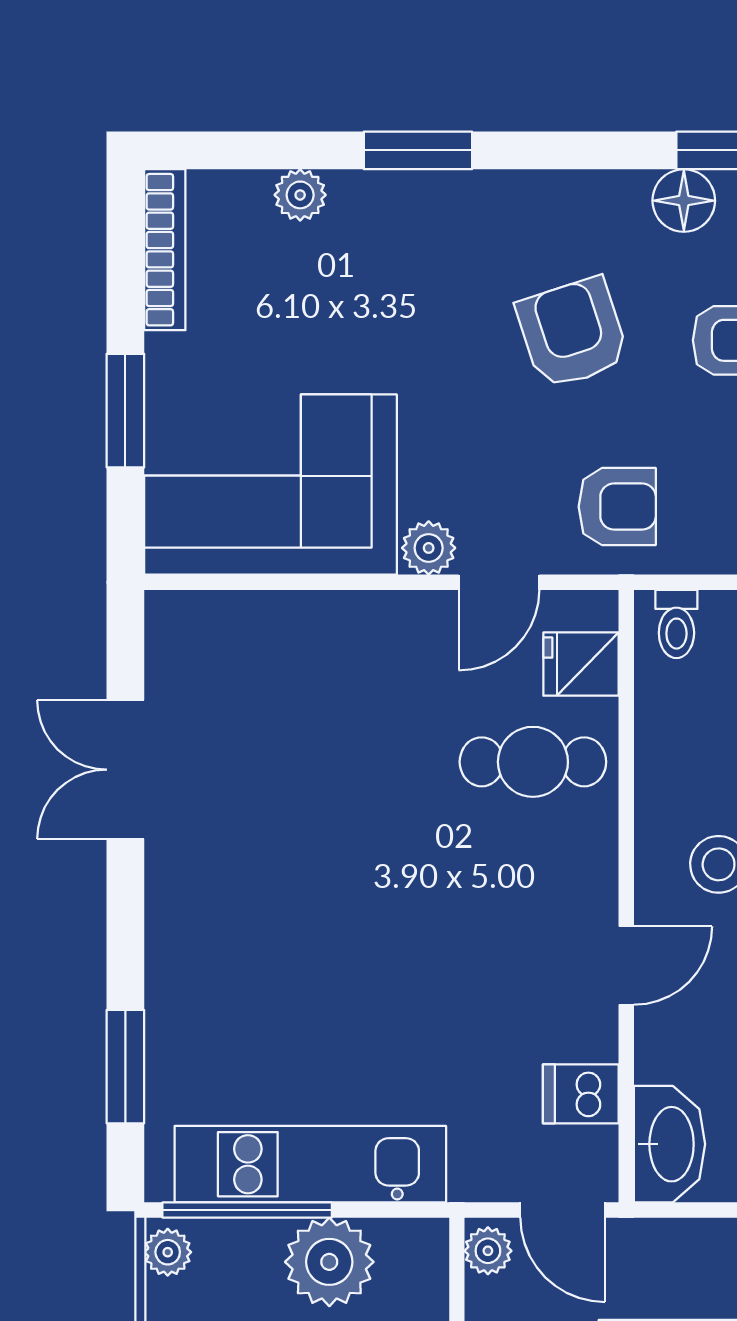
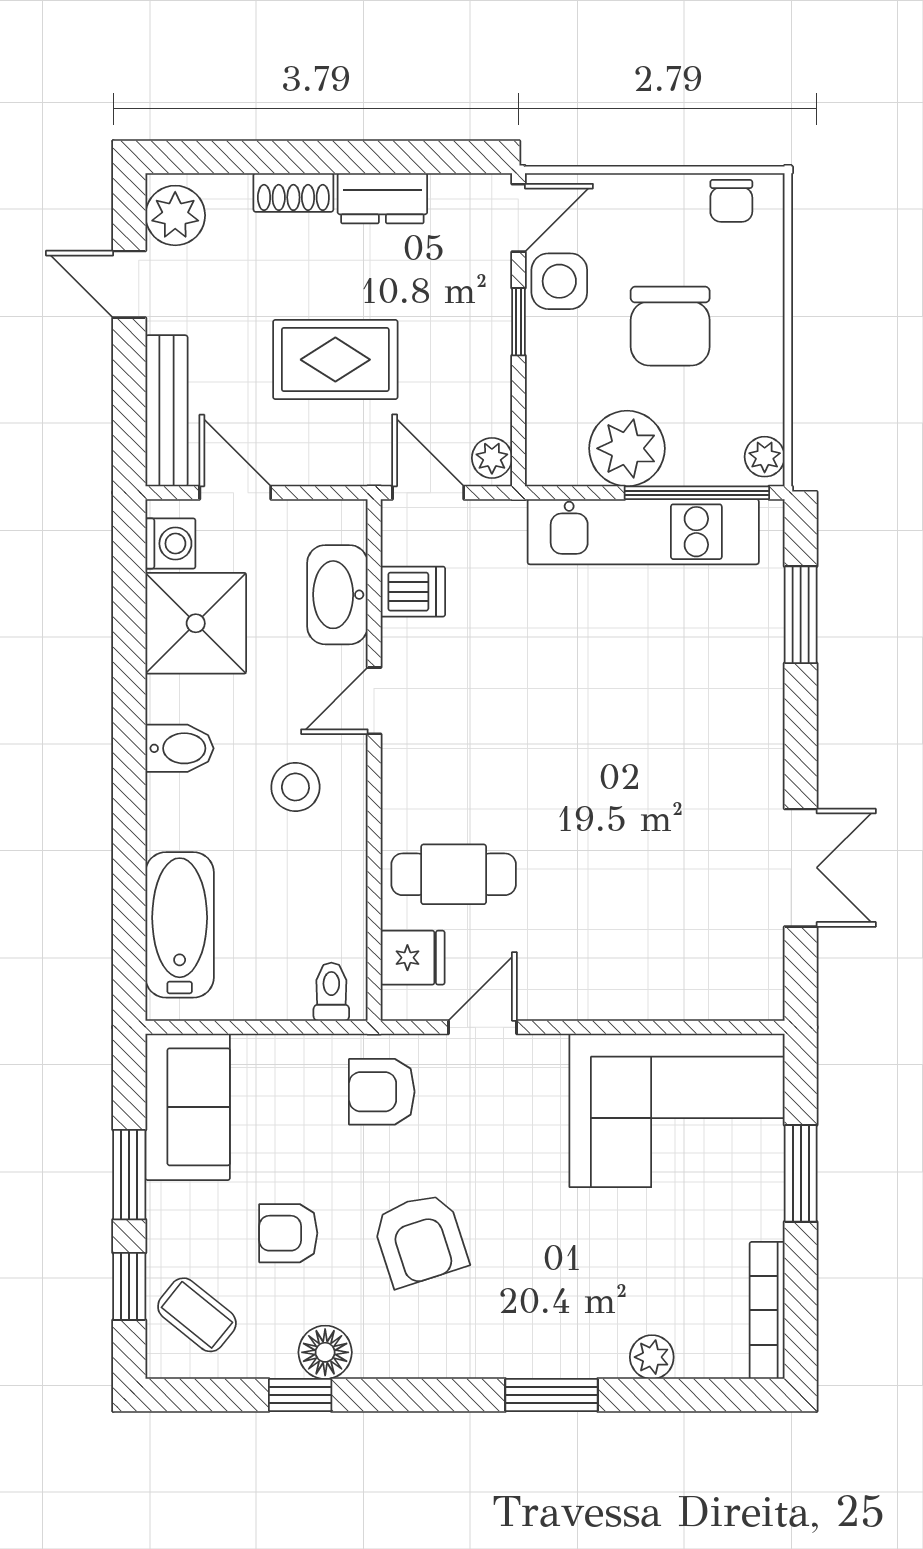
plant: (429, 548) -> (542, 1056), removed
washbasin: (669, 1144) -> (337, 595), moved

